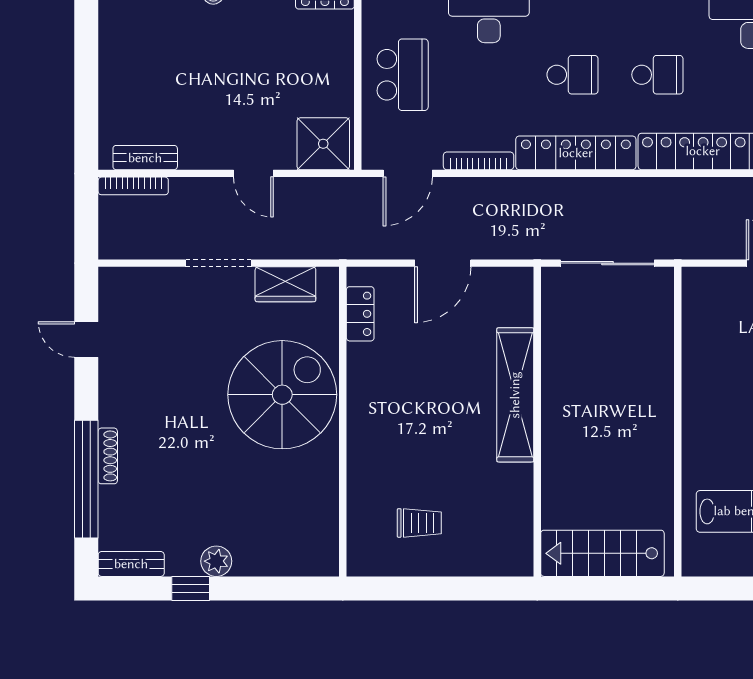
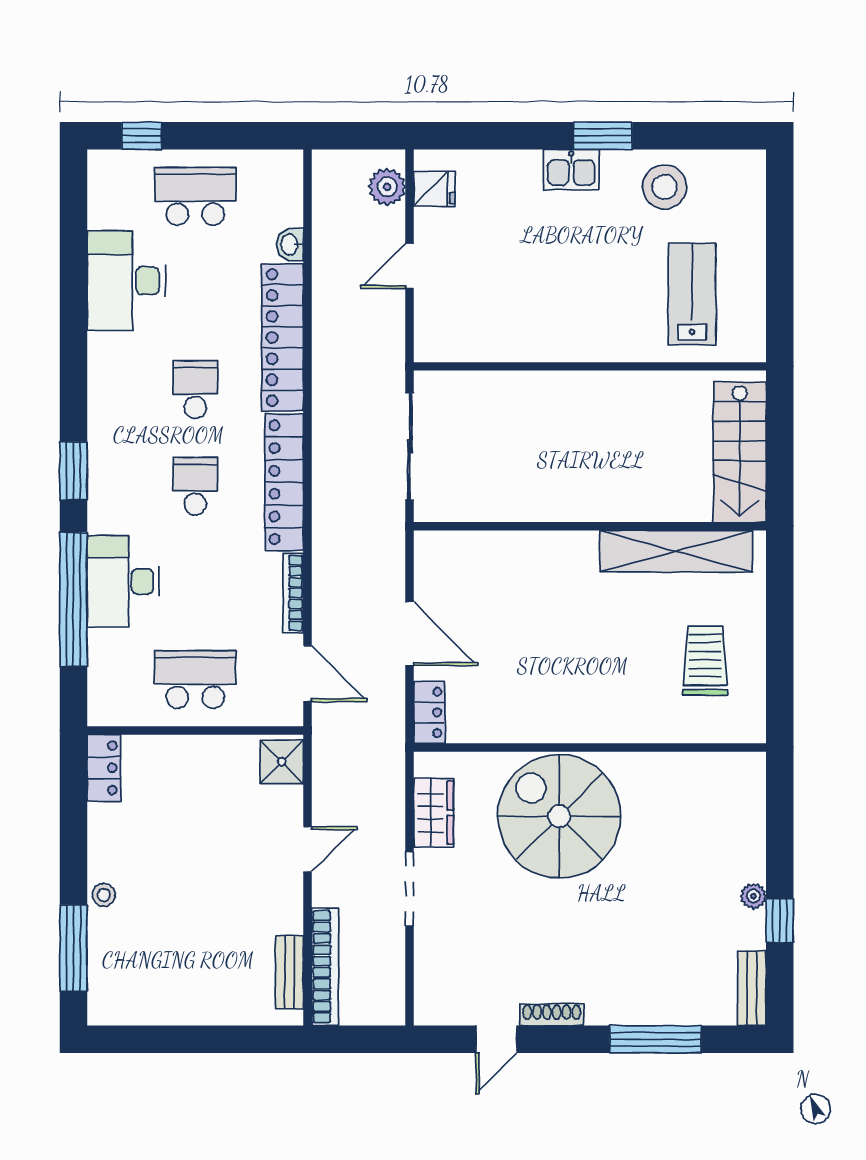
shower: (323, 144) -> (282, 762), width x0.73, depth x0.73
bookcase: (133, 186) -> (325, 967), width x1.48, depth x1.31
locker: (360, 314) -> (429, 712), moved, turned 90
shelving: (515, 395) -> (676, 551), moved
shoe rack: (108, 456) -> (552, 1015), moved
window: (86, 479) -> (655, 1039), width x0.68
trolley: (419, 523) -> (705, 660), width x1.36, depth x1.39
plant: (216, 561) -> (753, 896), width x0.73, depth x0.73

